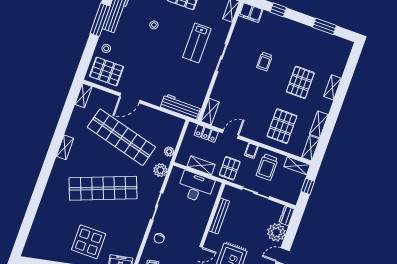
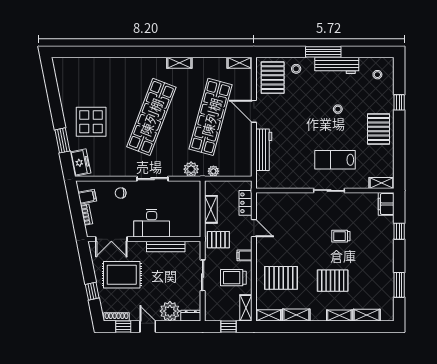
workbench: (181, 107) -> (264, 150), moved
shelving: (210, 112) -> (367, 315), moved
desk: (196, 187) -> (152, 223), moved, turned 90
shop shelf: (103, 188) -> (151, 117), turned 42

